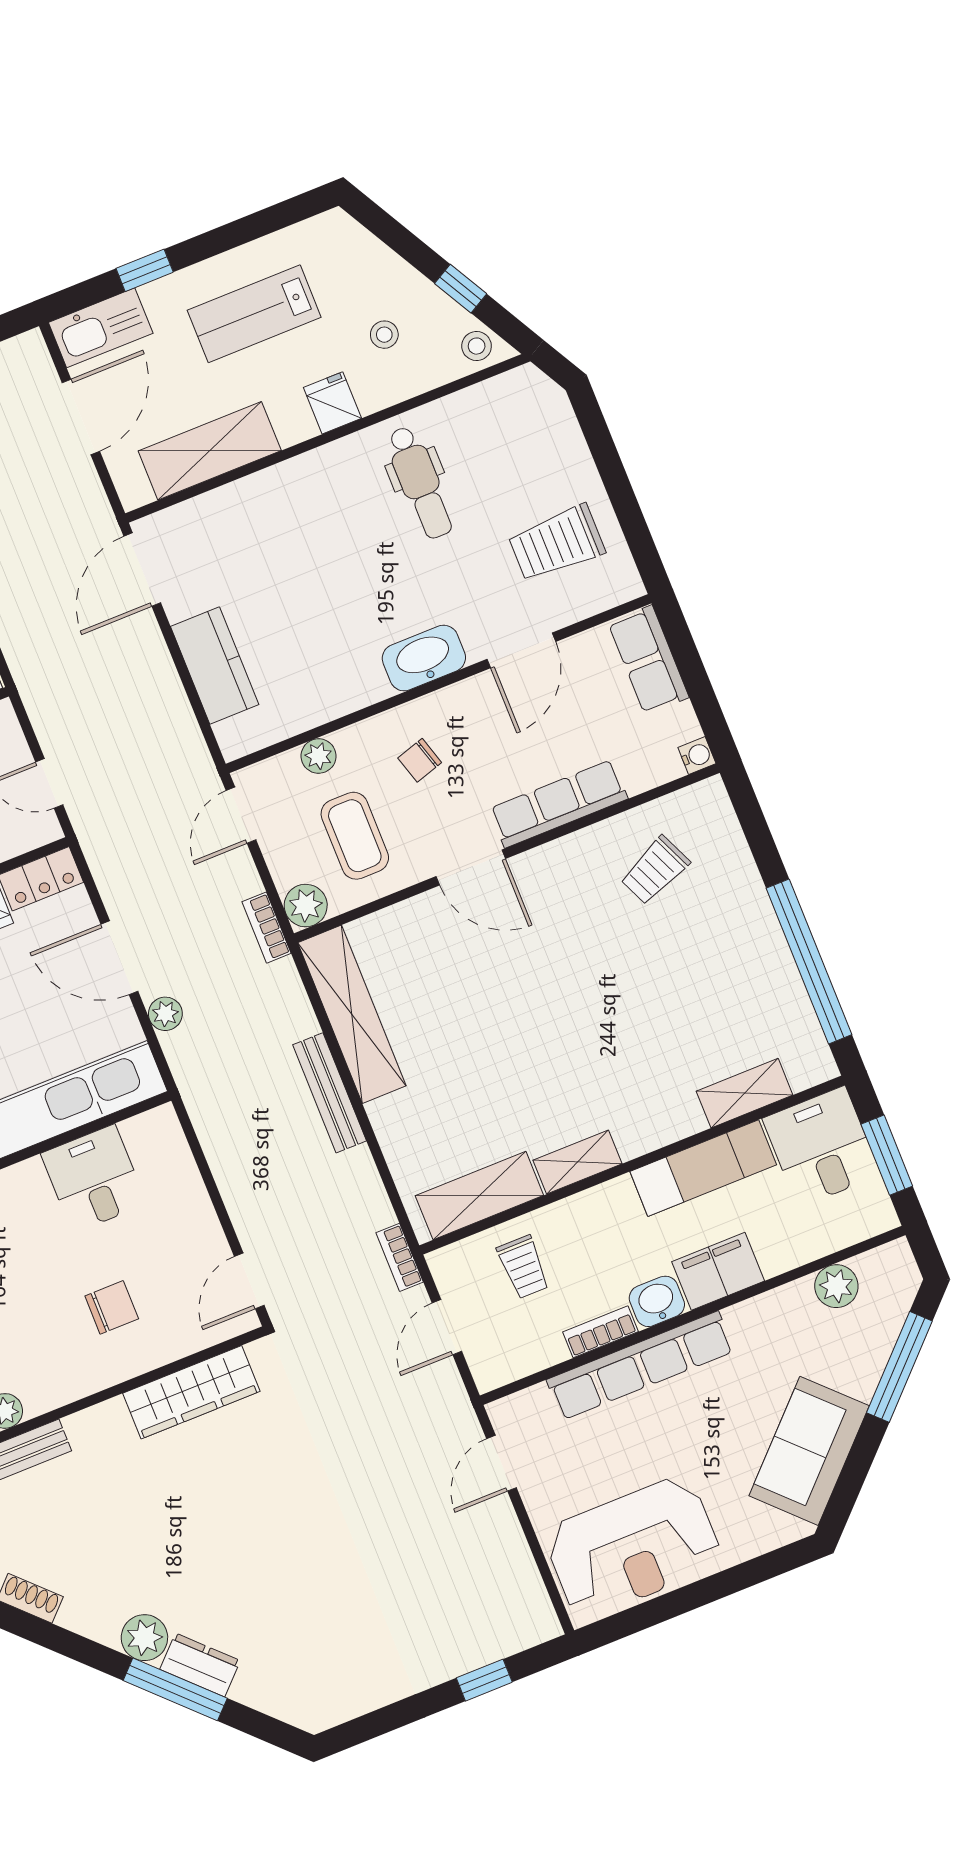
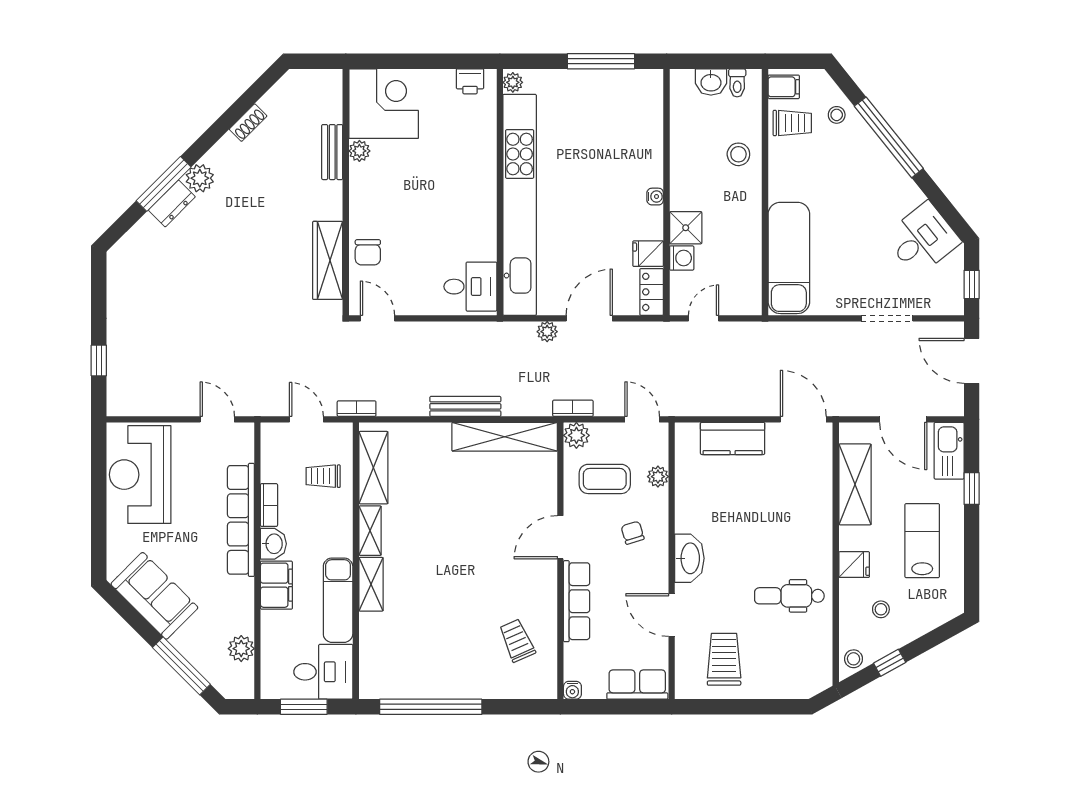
shelving: (745, 1093) -> (371, 584), moved
desk: (94, 1179) -> (470, 287), moved
chair: (112, 1307) -> (368, 252), moved

